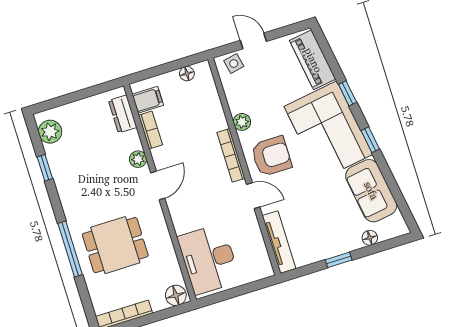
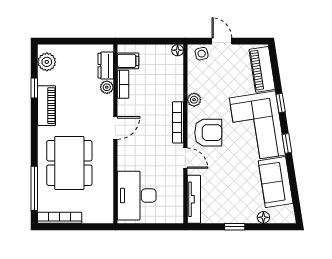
floor lamp: (187, 74) -> (178, 50), moved
plant: (138, 159) -> (107, 87), moved
piano: (66, 184) -> (47, 106), added
dining table: (115, 245) -> (69, 163), width x1.38
window: (70, 249) -> (34, 188), moved
floor lamp: (176, 295) -> (103, 215), removed

